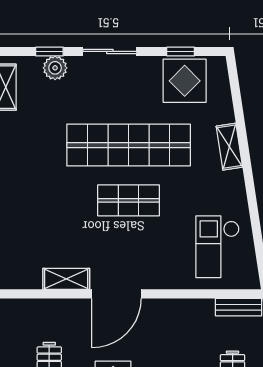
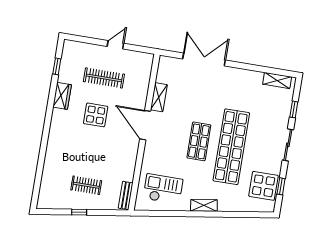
plant: (55, 68) -> (284, 111), removed
shelving: (229, 147) -> (204, 205), moved

